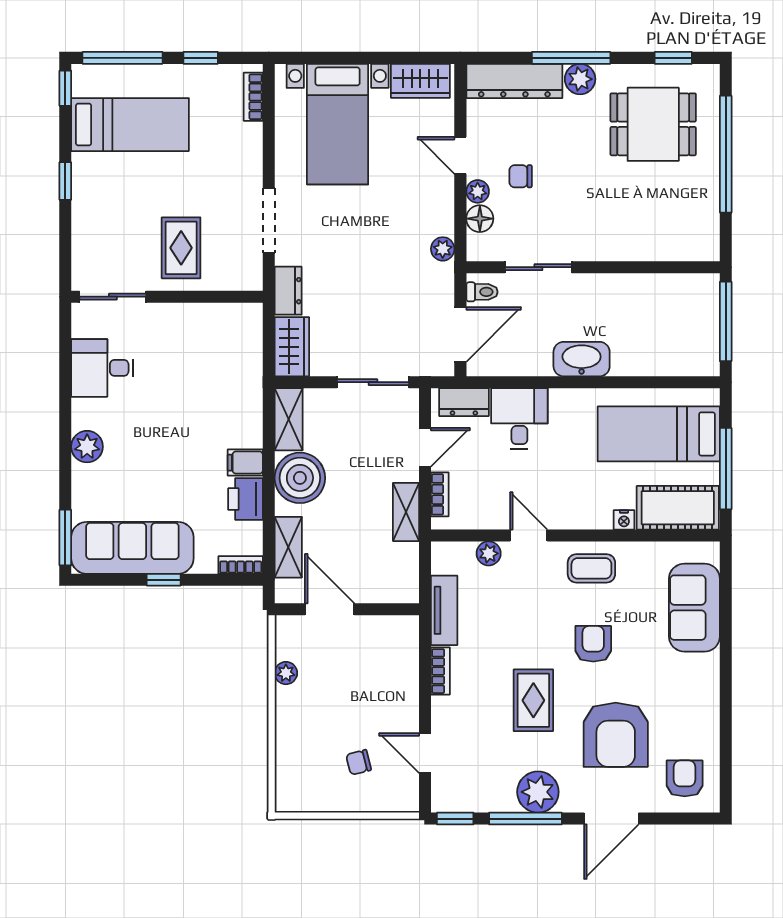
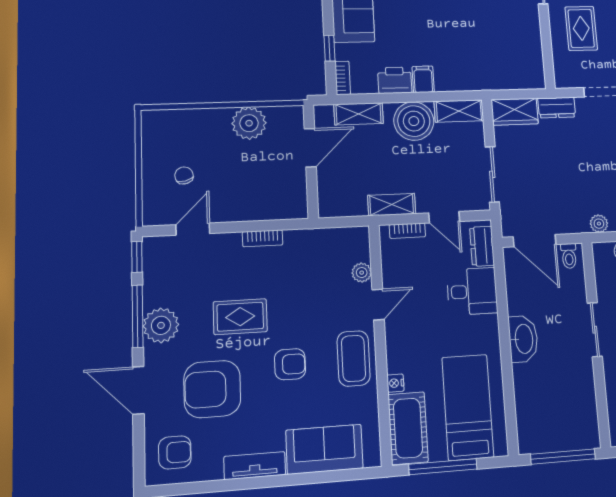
rug: (181, 248) -> (581, 28), turned 90
sliding door: (538, 267) -> (595, 330), moved
coffee table: (591, 568) -> (354, 358), width x1.36, depth x1.30
window: (164, 580) -> (329, 48), moved
tv unit: (444, 610) -> (255, 466), moved, turned 180
plant: (286, 673) -> (249, 123), width x1.88, depth x1.88

